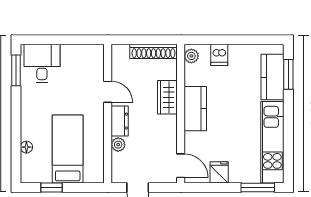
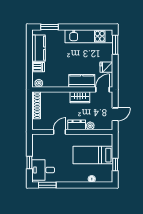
window: (55, 40) -> (29, 163), added
kitchen counter: (272, 77) -> (39, 48), moved, turned -90
wardrobe: (167, 97) -> (80, 97), moved
kitchen counter: (195, 109) -> (82, 81), moved

